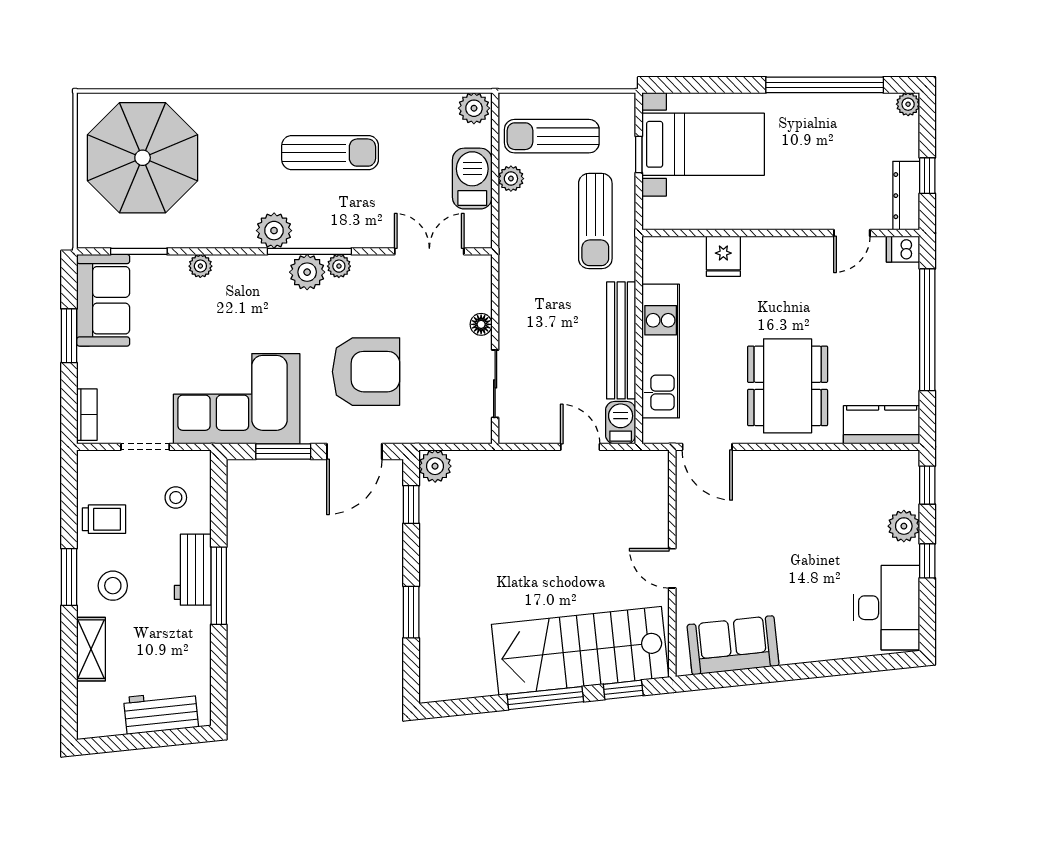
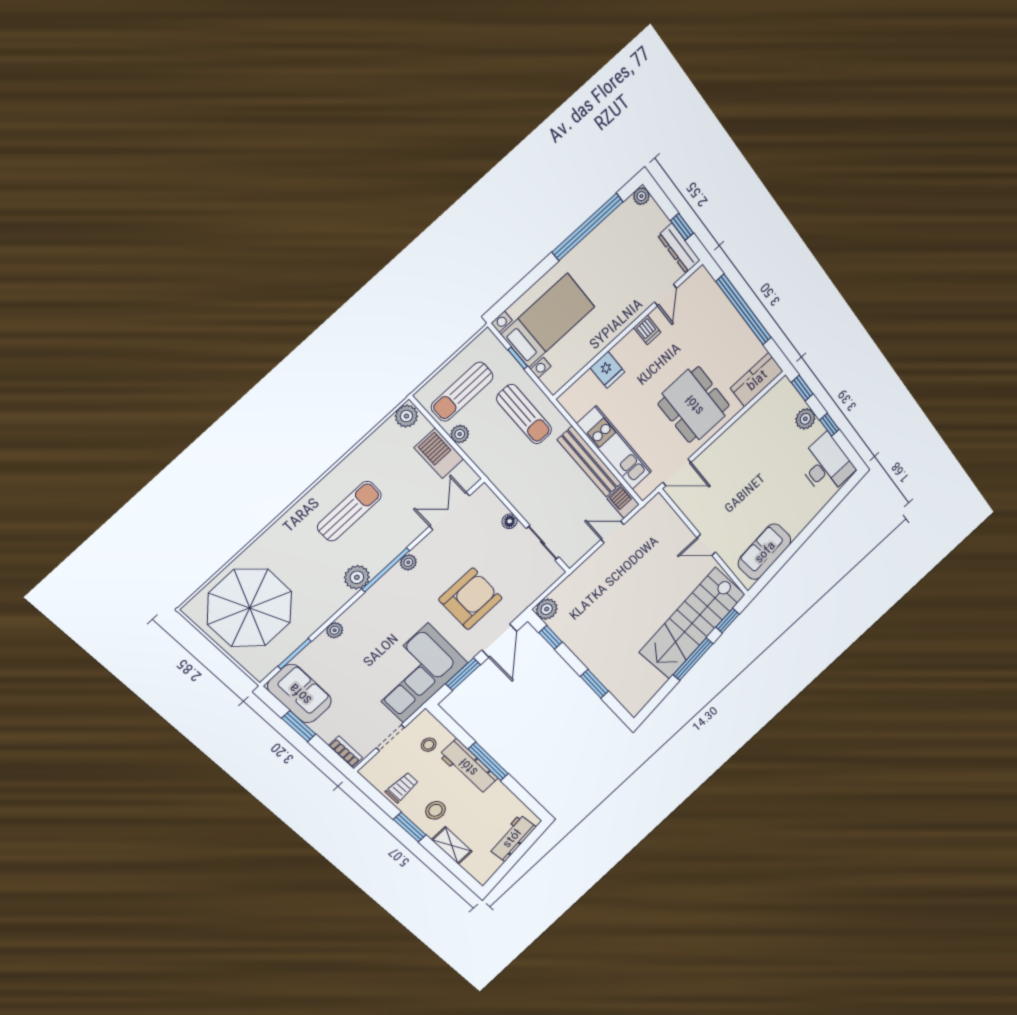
dishwasher: (903, 249) -> (647, 330), moved, turned -90
plant: (307, 272) -> (394, 581), removed
workbench: (193, 570) -> (468, 767), width x1.38

